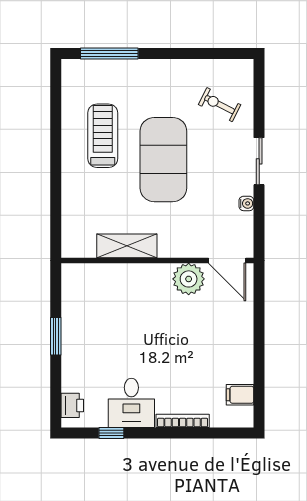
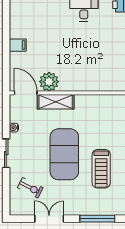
double door: (188, 54) -> (49, 219), added
shelving: (127, 246) -> (56, 102), moved
filing cabinet: (240, 395) -> (18, 45), moved

